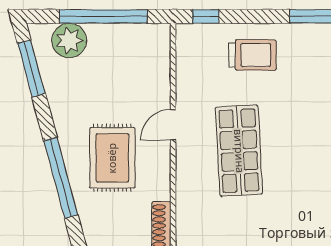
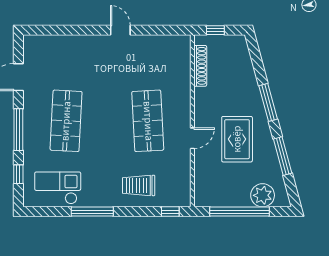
window: (31, 69) -> (283, 156), moved
rug: (112, 158) -> (237, 139), moved
window: (61, 178) -> (268, 102), width x0.68

